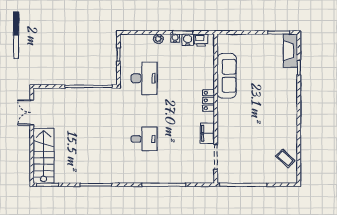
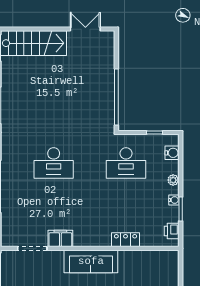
water cooler: (188, 40) -> (172, 153), moved
sofa: (227, 76) -> (91, 261), moved
locker: (208, 100) -> (126, 240), moved
desk: (144, 139) -> (54, 163), width x1.37

